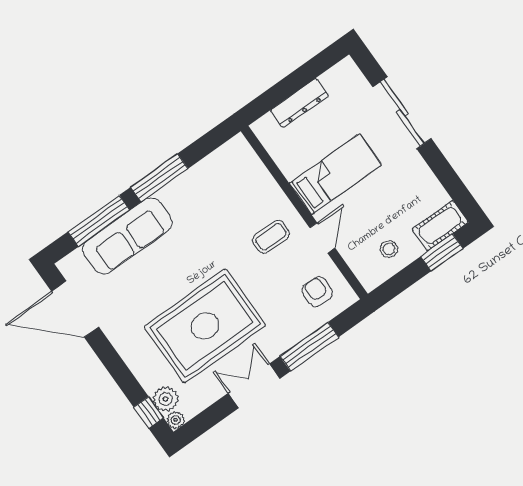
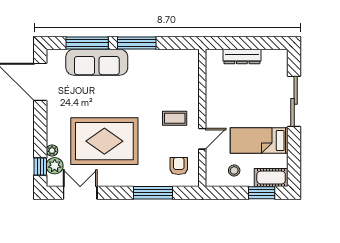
bed: (336, 174) -> (259, 141), moved, turned 180
double door: (254, 386) -> (80, 193), moved
plant: (176, 420) -> (52, 151), moved

